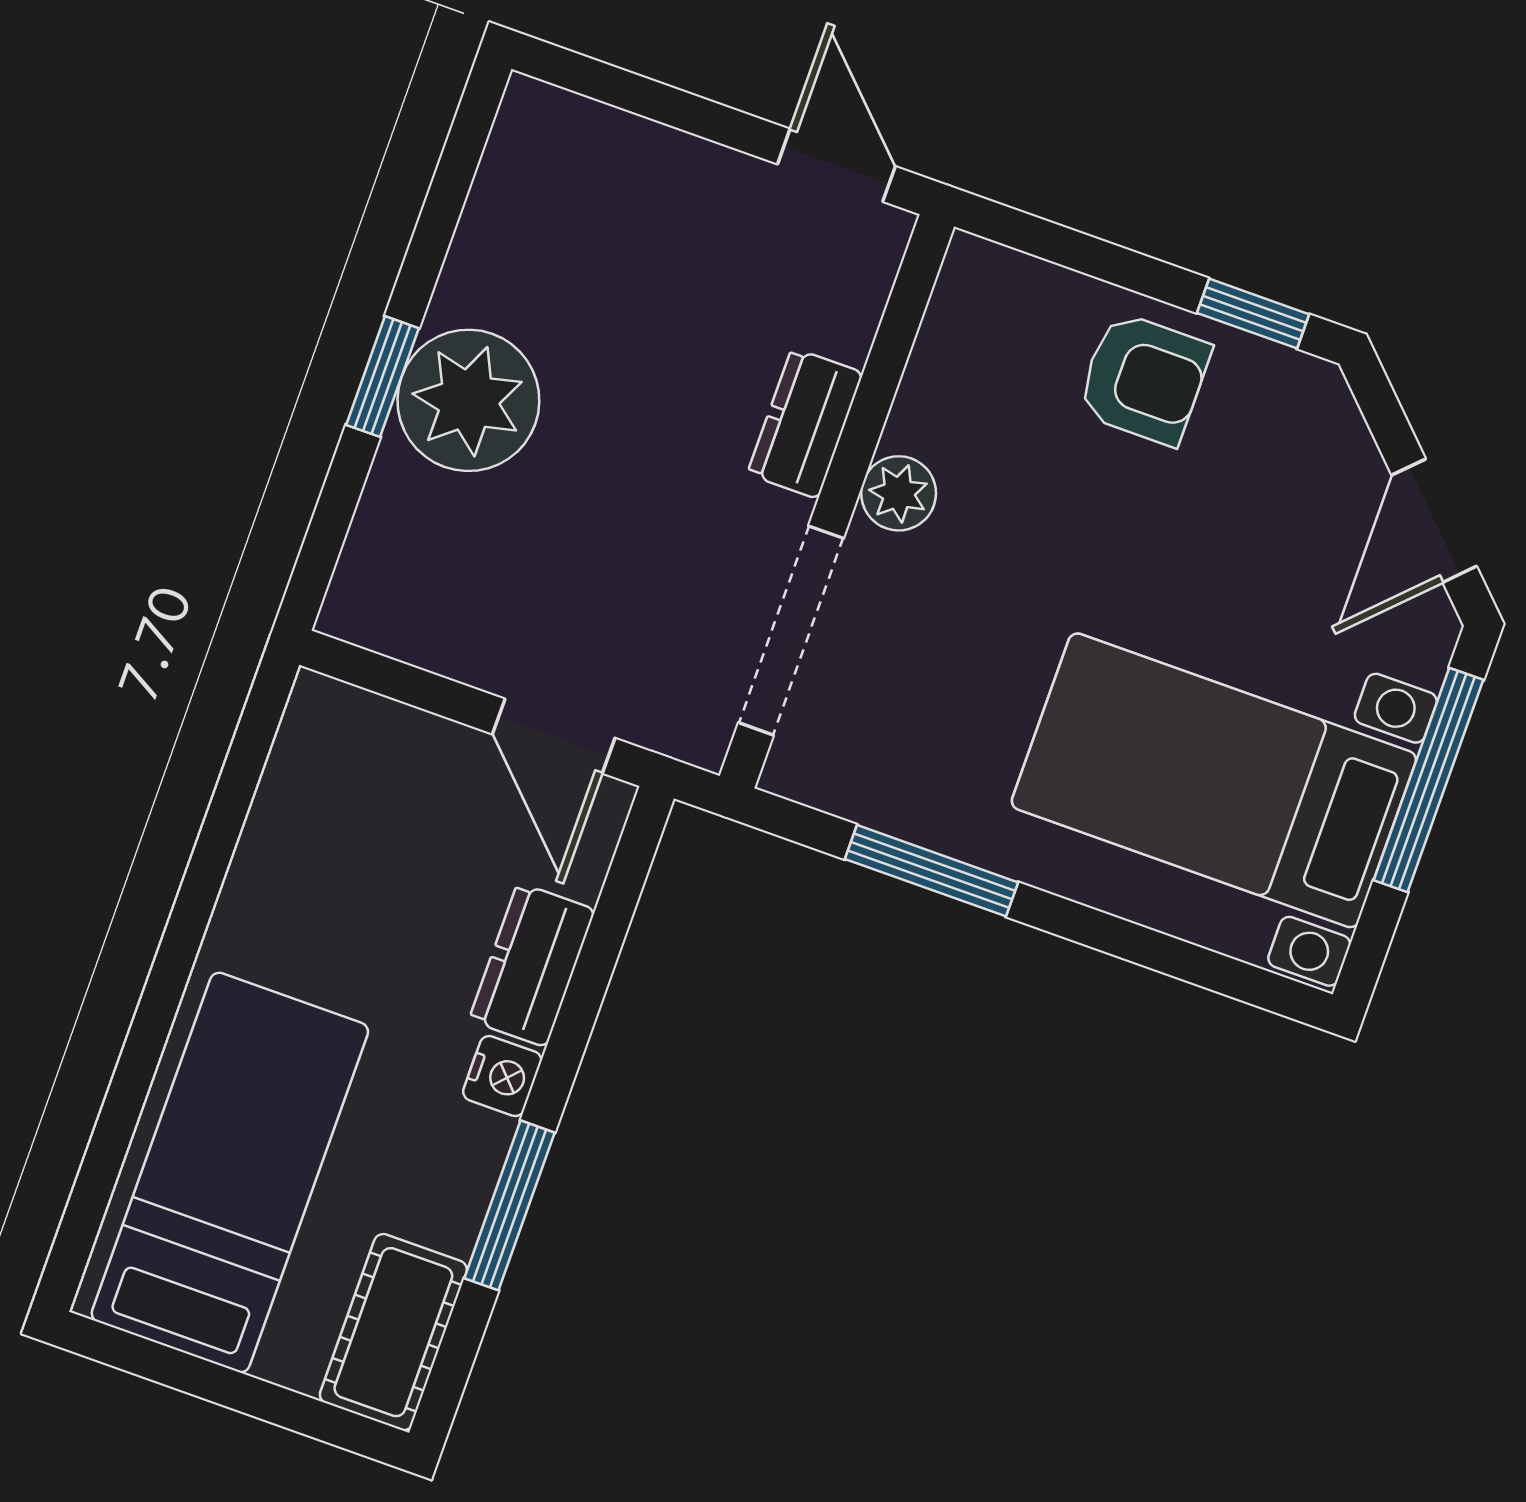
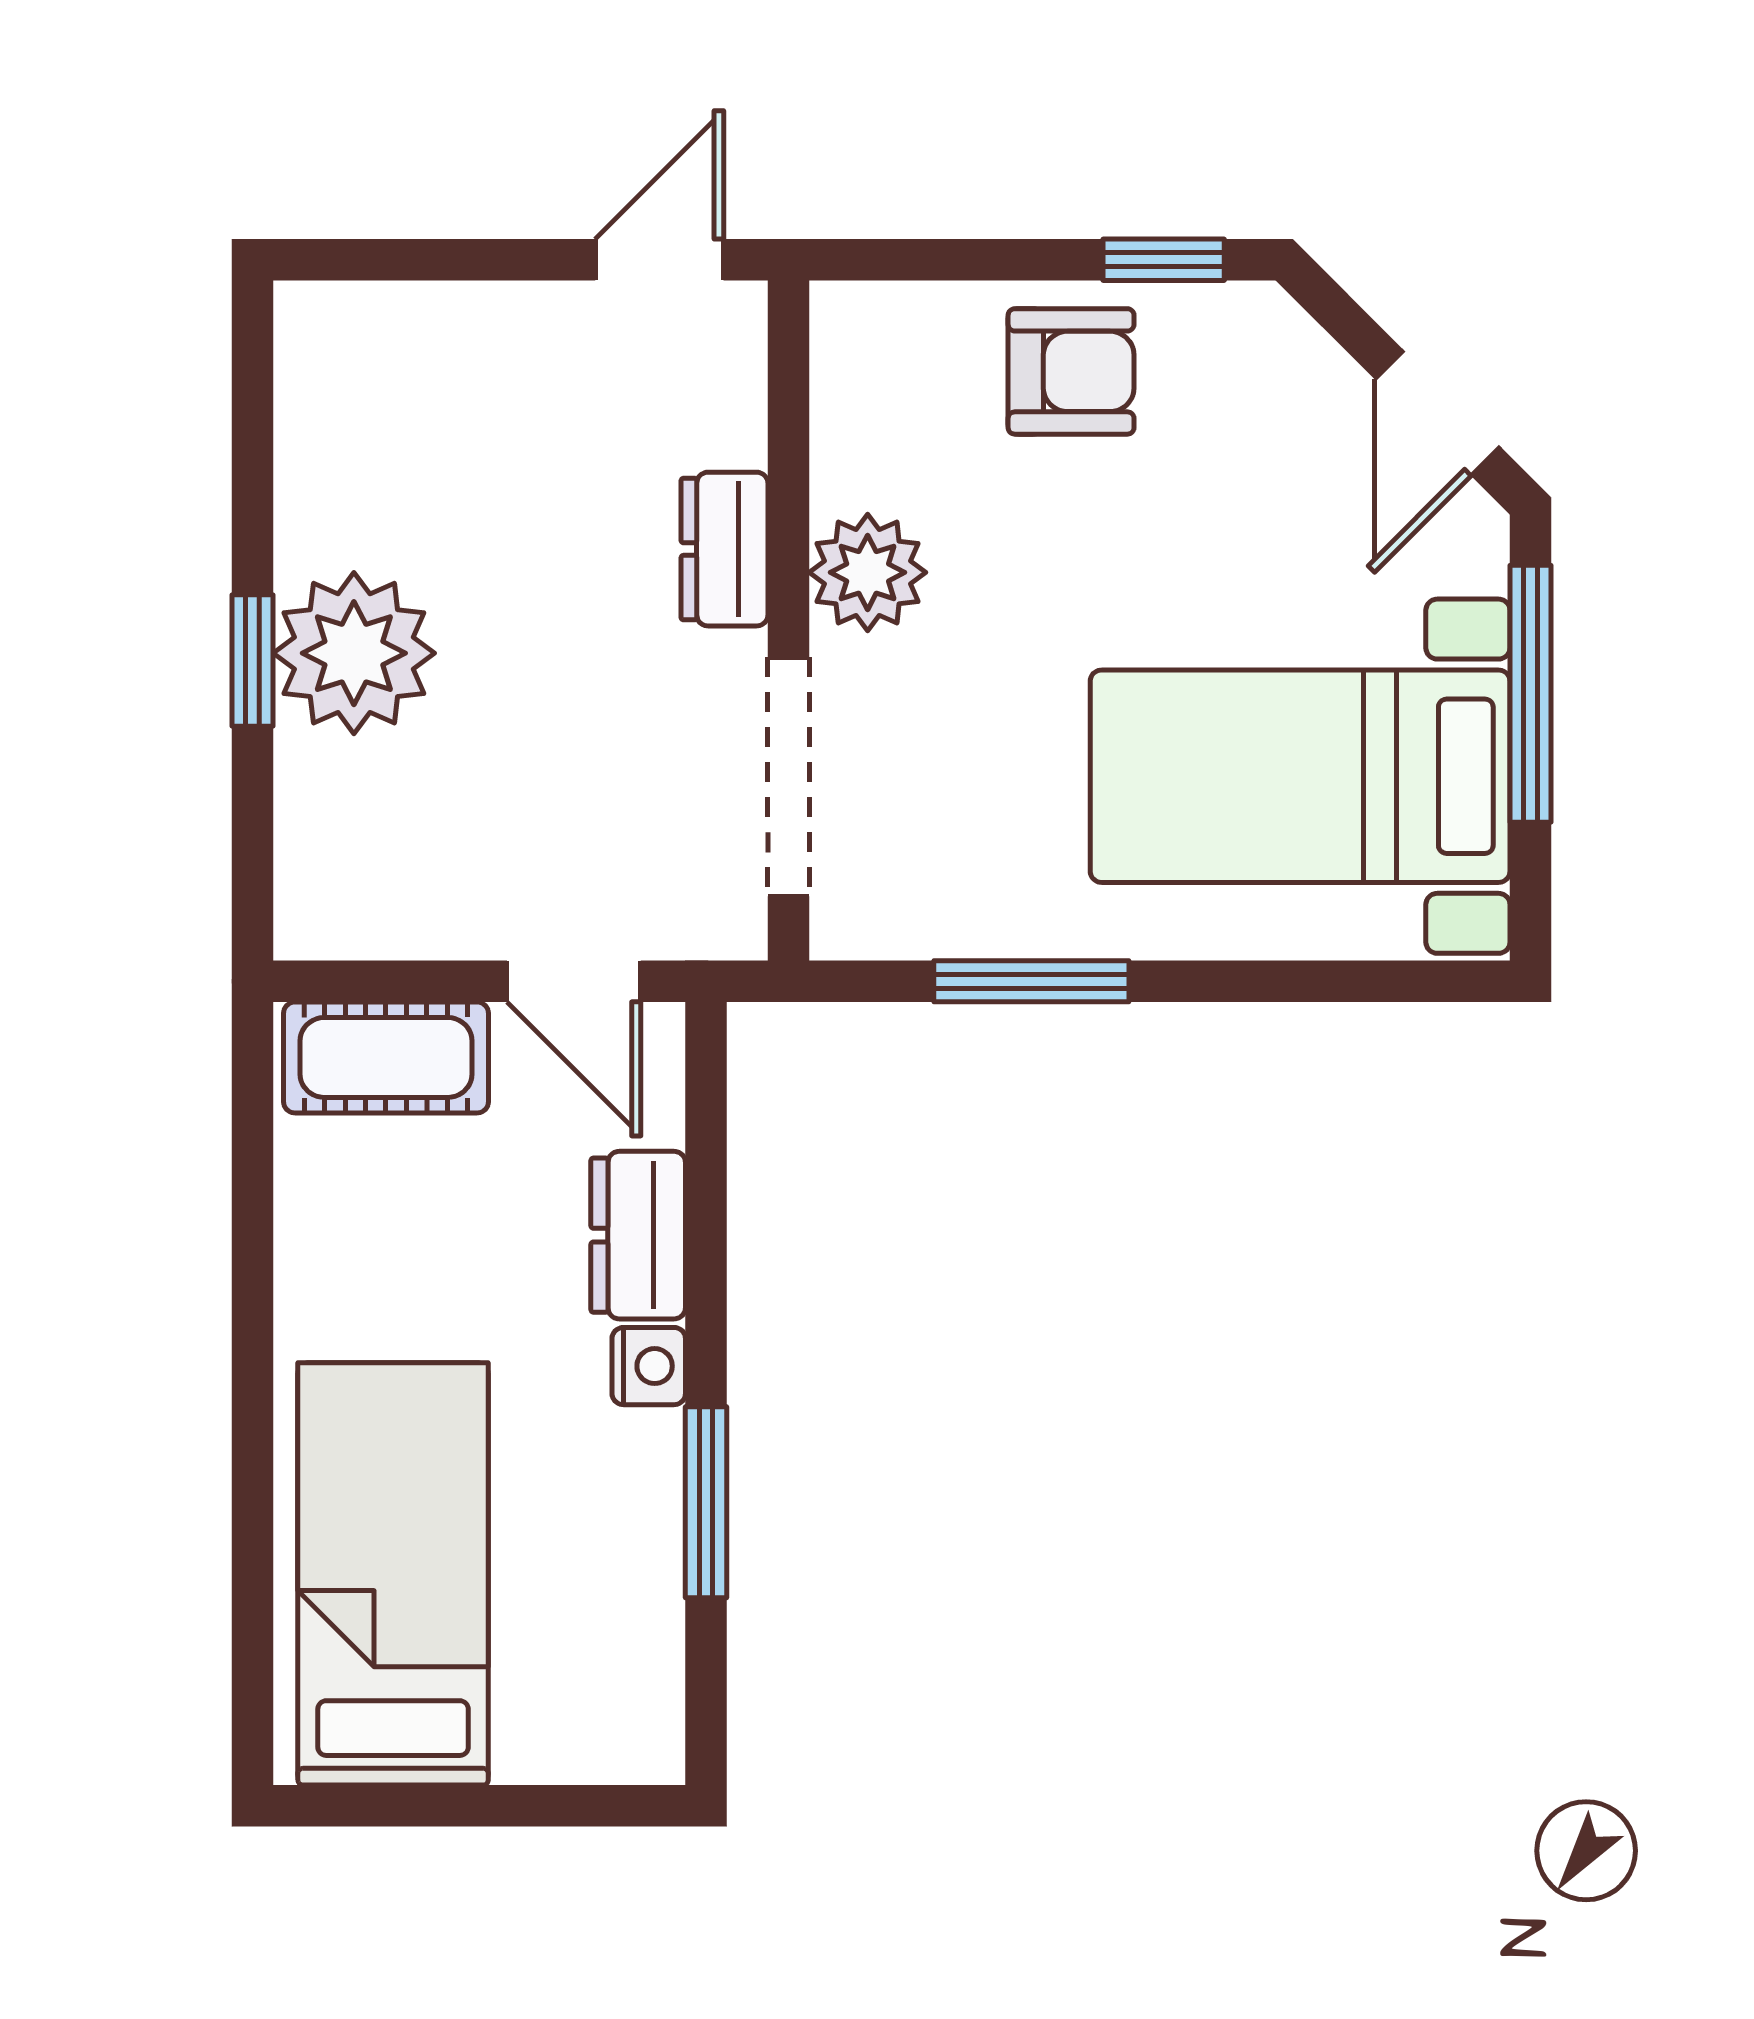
door: (836, 165) -> (659, 260), hinge flipped
plant: (899, 493) -> (868, 572), width x1.38, depth x1.38
cot: (393, 1332) -> (386, 1057), moved, turned 90

